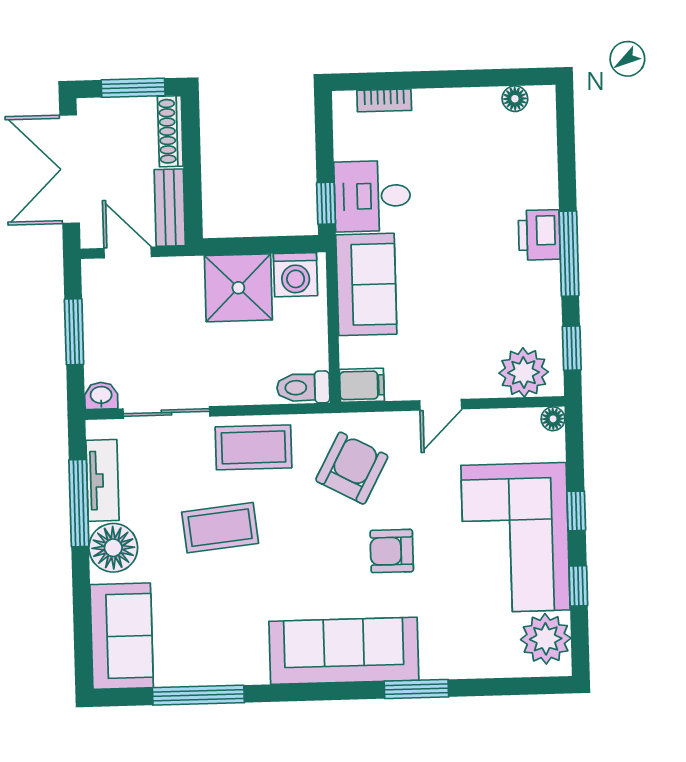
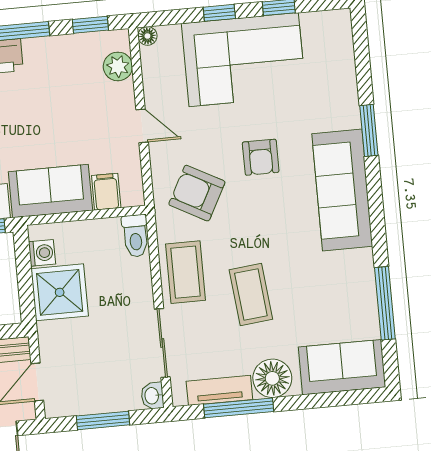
washing machine: (295, 275) -> (42, 253), width x0.73, depth x0.73
plant: (524, 372) -> (118, 66), width x0.73, depth x0.73
filing cabinet: (362, 385) -> (106, 192), moved
plant: (546, 639) -> (322, 30), removed

